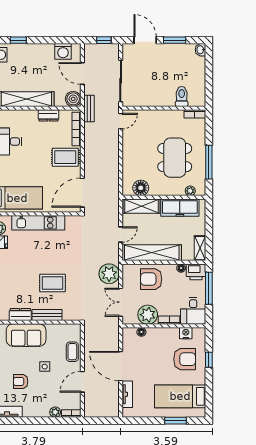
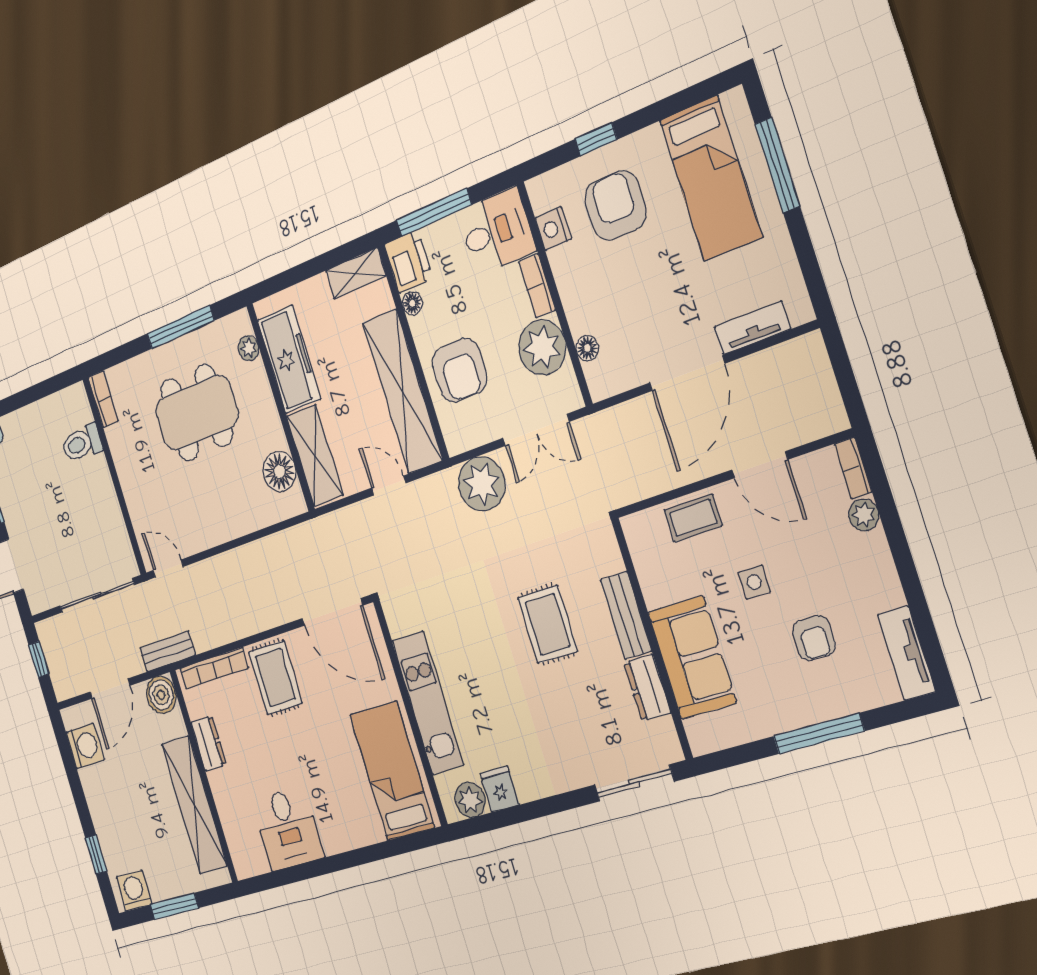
window: (175, 421) -> (777, 165), width x1.44

